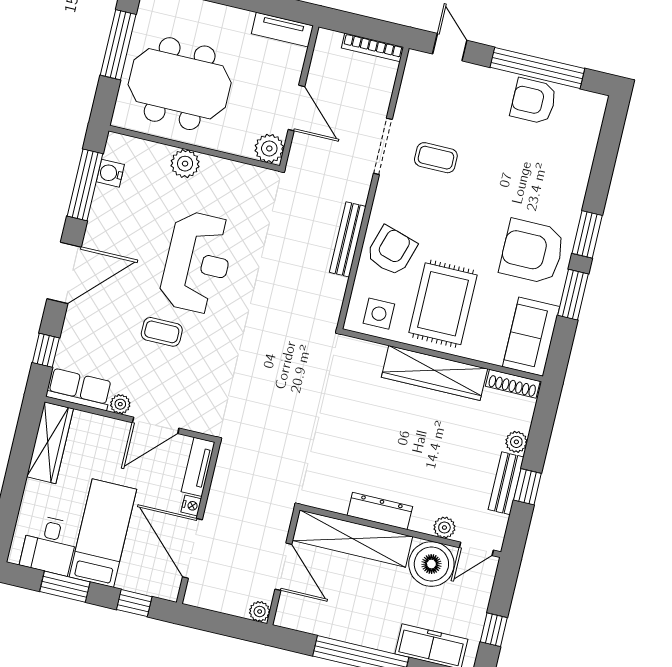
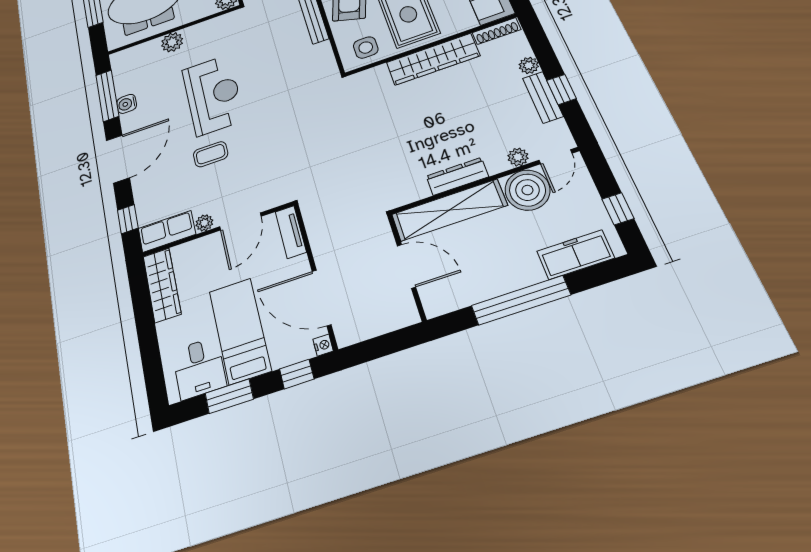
water cooler: (110, 173) -> (127, 104), moved
nightstand: (191, 505) -> (323, 345), moved
plant: (260, 611) -> (409, 315), removed

